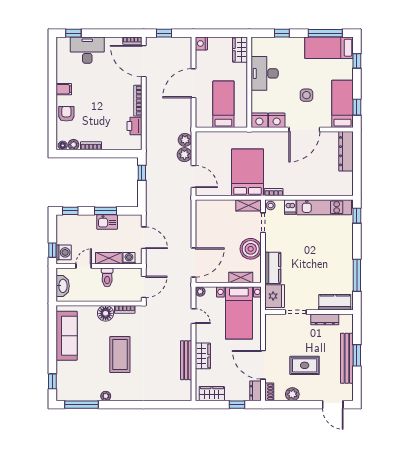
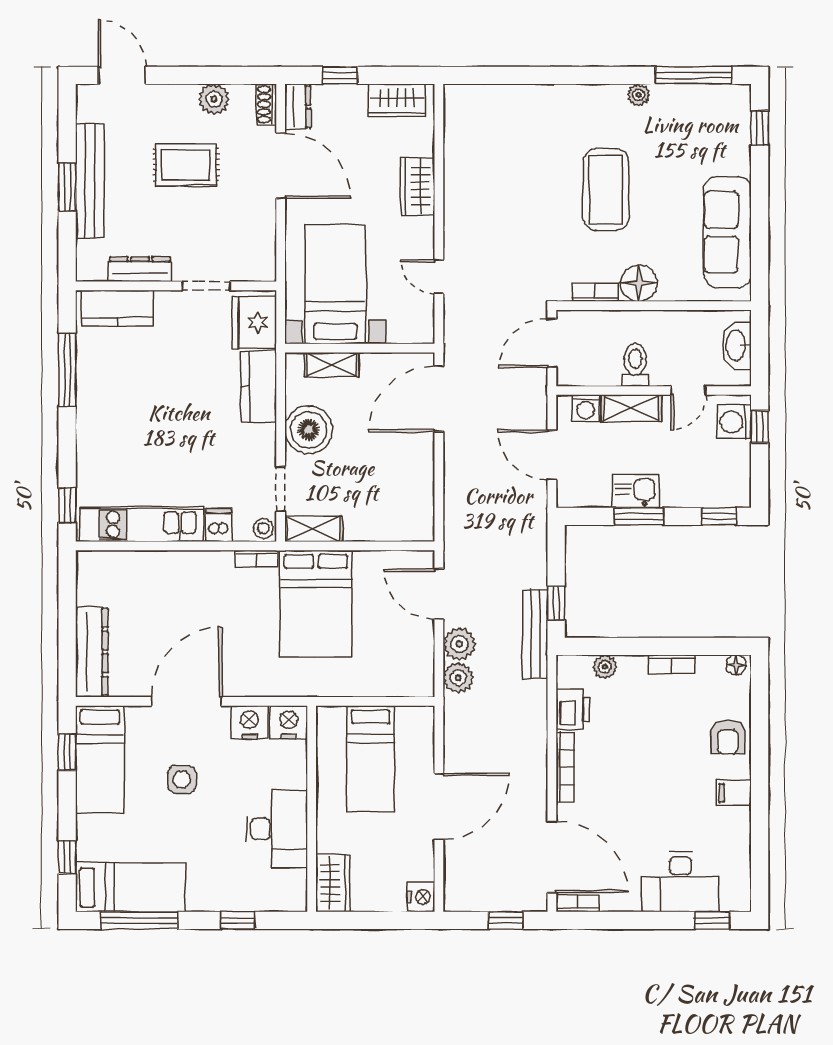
plant: (73, 145) -> (605, 667), moved
plant: (200, 291) -> (424, 333), removed
bench: (186, 360) -> (535, 634), moved

